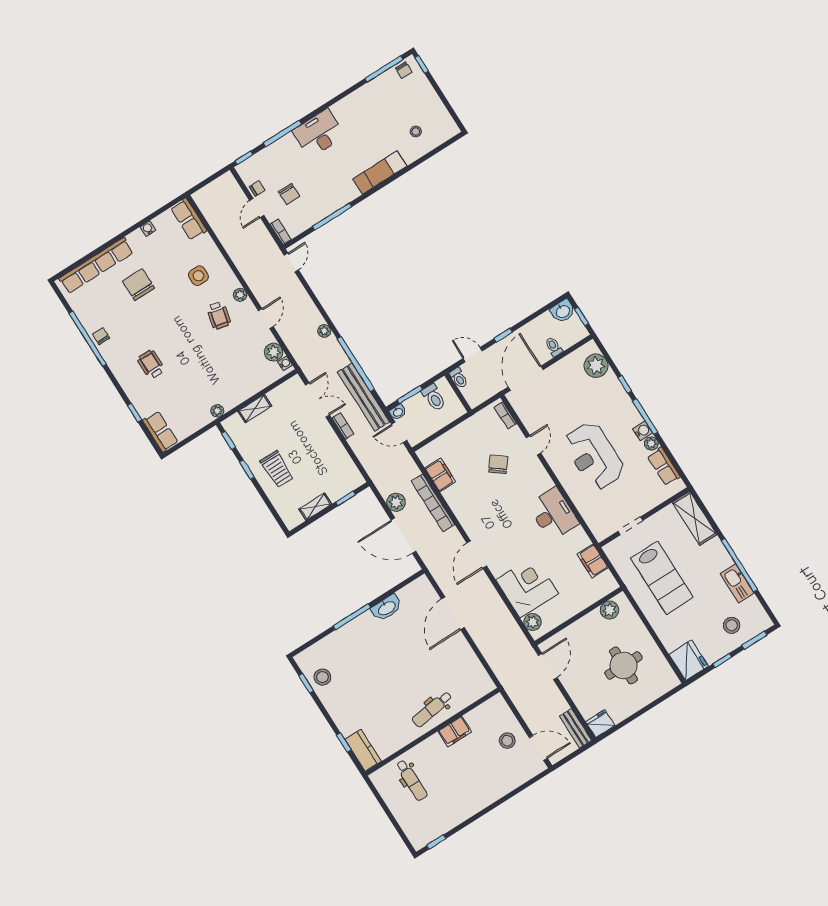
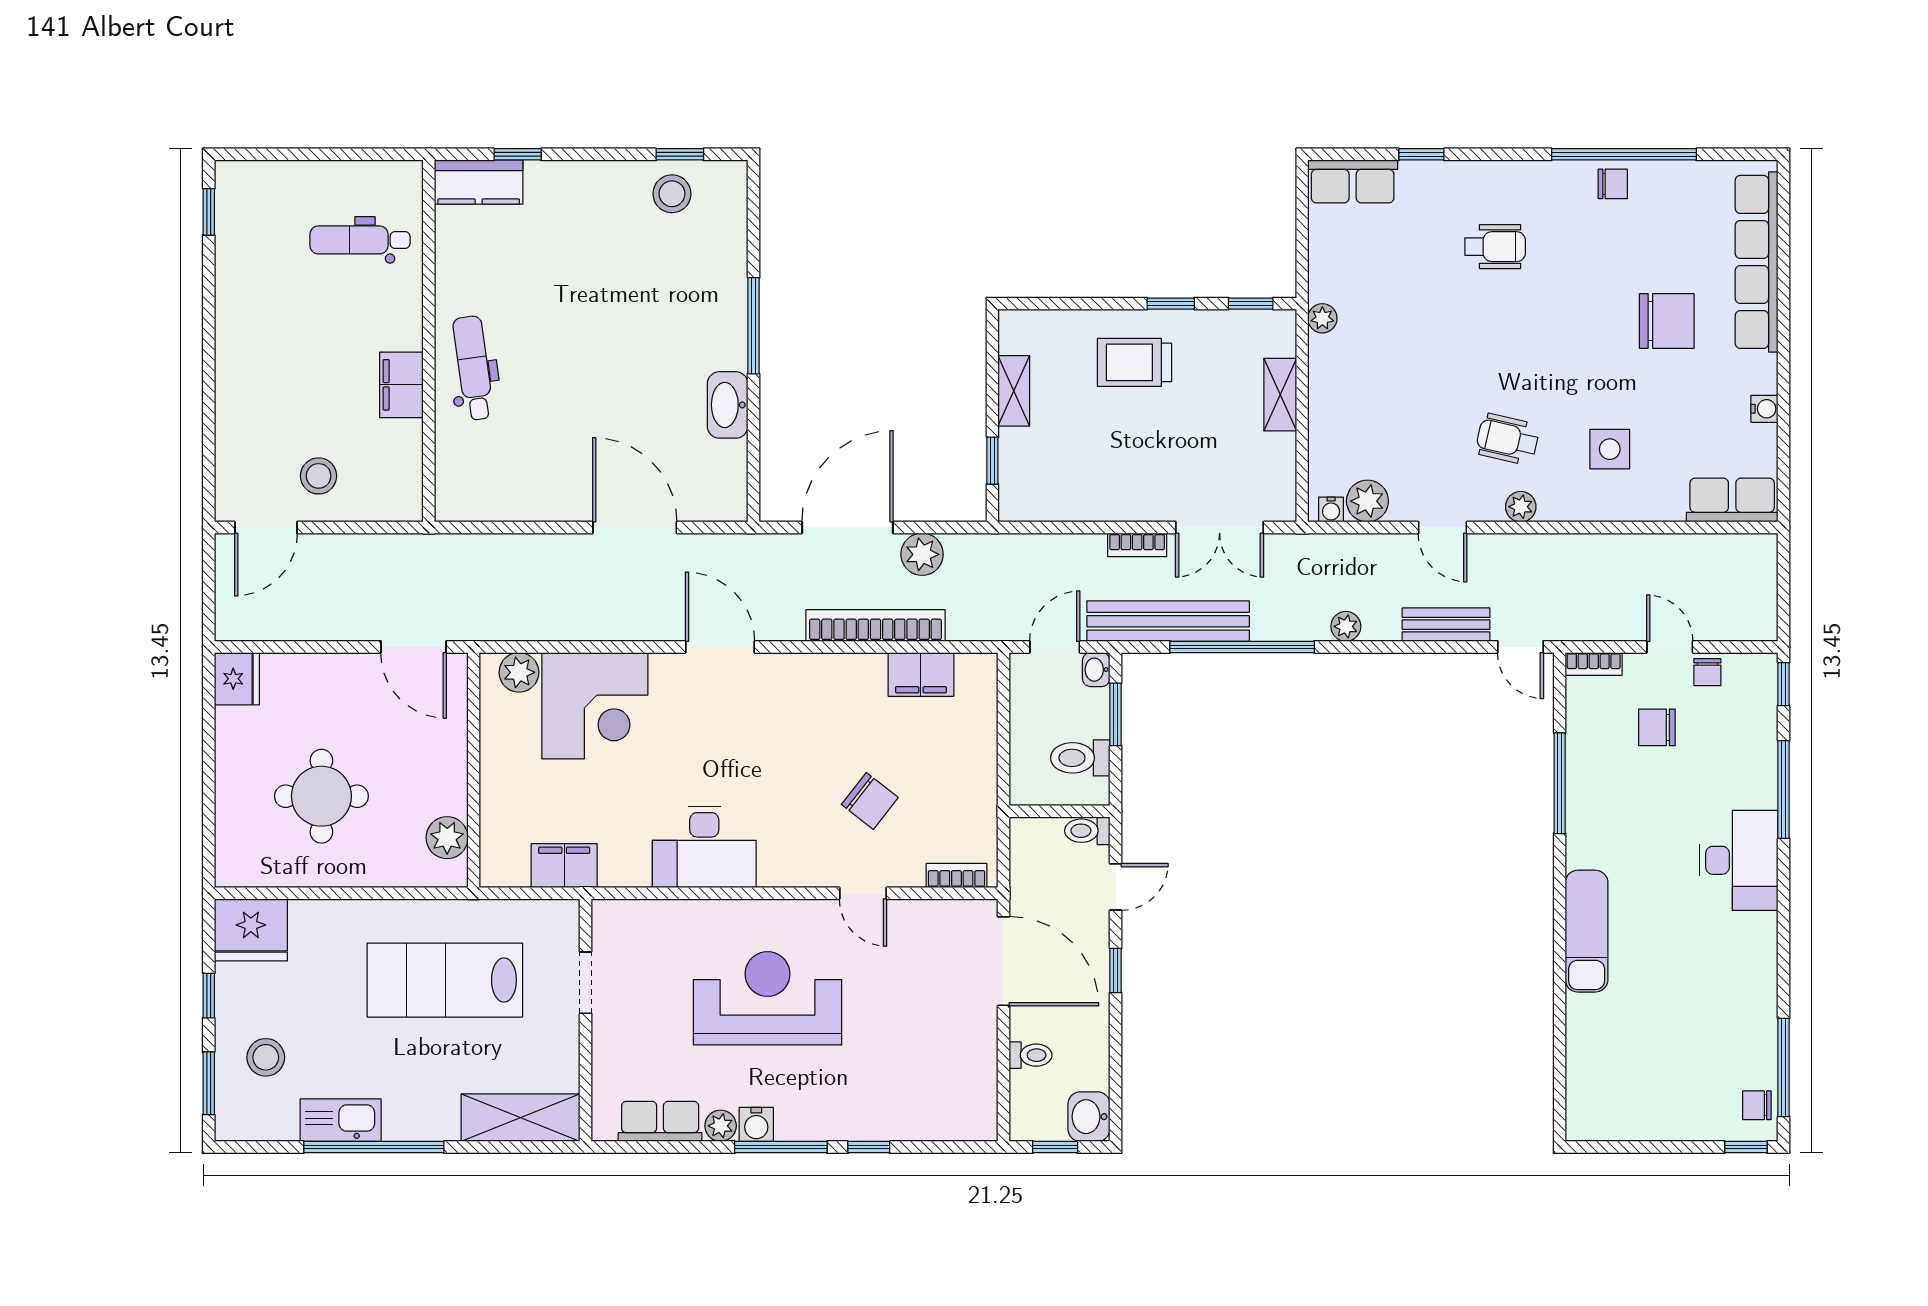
stool: (416, 131) -> (1622, 1052), removed
plant: (596, 366) -> (941, 1114), removed
bench: (576, 728) -> (1446, 625), moved

